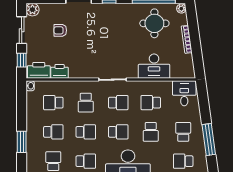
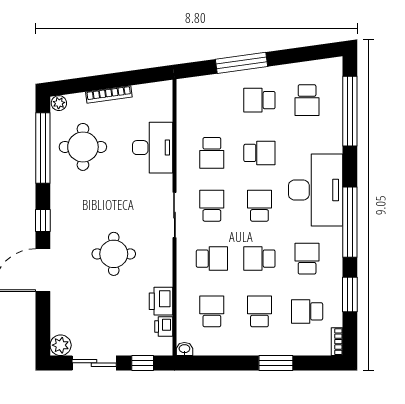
armchair: (60, 30) -> (94, 300), removed
round table: (89, 42) -> (114, 254), added
printer: (39, 70) -> (164, 326), width x0.53, depth x0.68
desk: (184, 93) -> (197, 98), removed
school desk: (53, 103) -> (212, 311), turned 180
school desk: (86, 132) -> (259, 259), turned -90
window: (209, 140) -> (241, 63), moved

